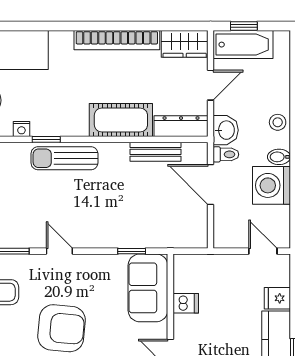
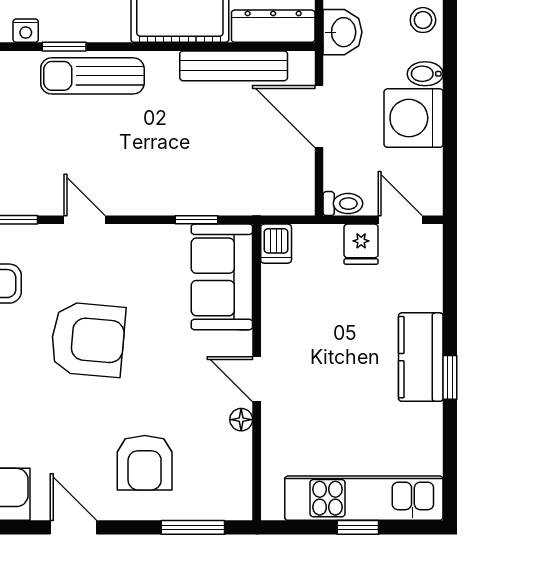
bench: (156, 152) -> (234, 66), width x1.36
toilet: (226, 154) -> (343, 204), moved
fridge: (277, 298) -> (361, 244), moved, turned -90
dishwasher: (186, 303) -> (276, 244), moved, turned 90

